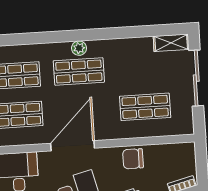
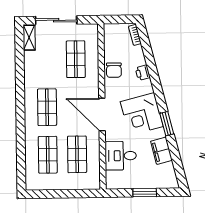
plant: (79, 48) -> (30, 106), removed

